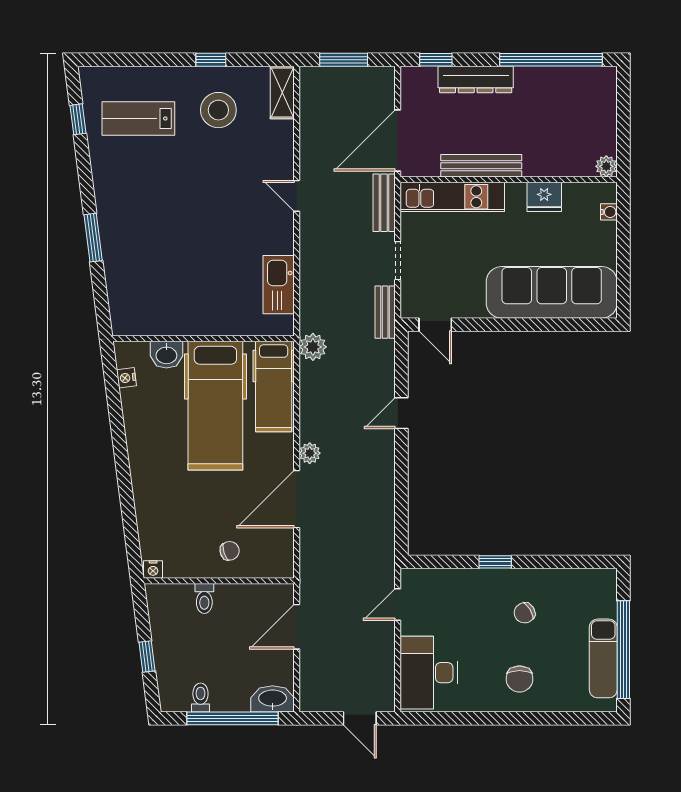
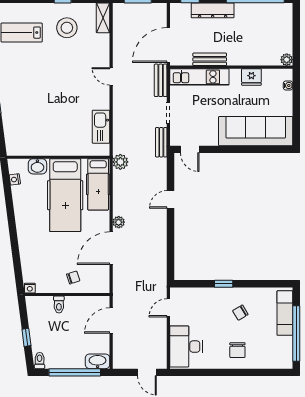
bench: (481, 166) -> (210, 59), width x0.73
exam couch: (603, 658) -> (285, 313), moved
toilet: (200, 697) -> (40, 361), moved

